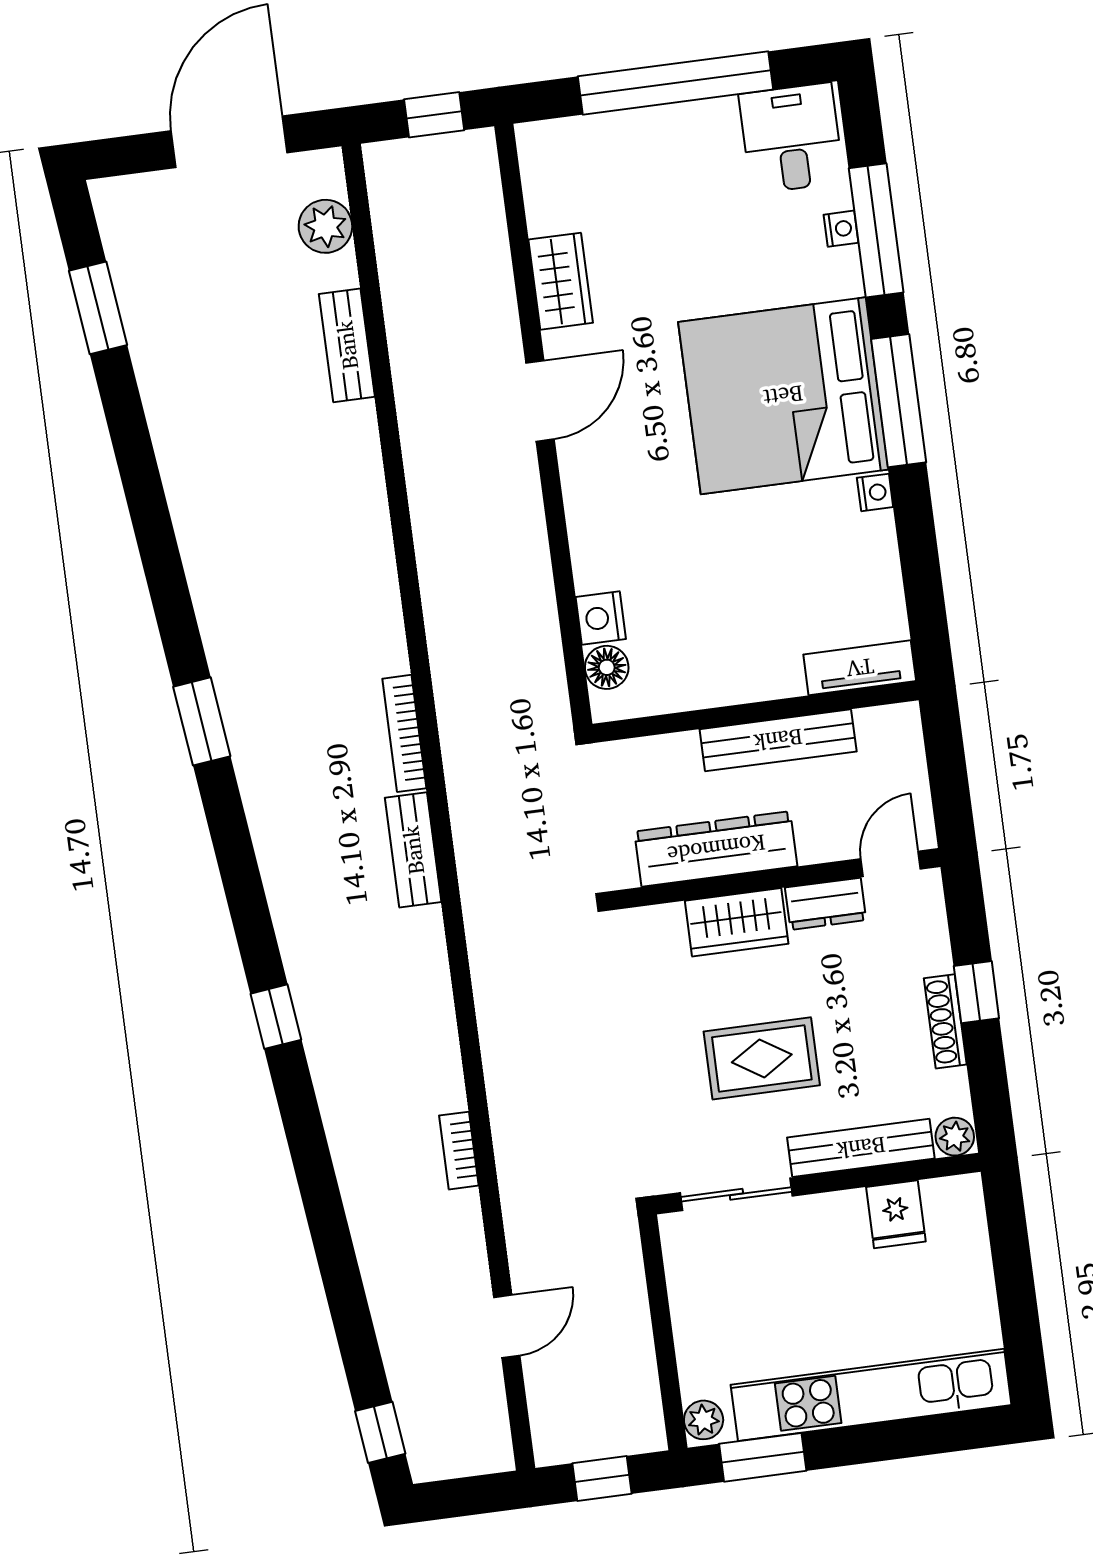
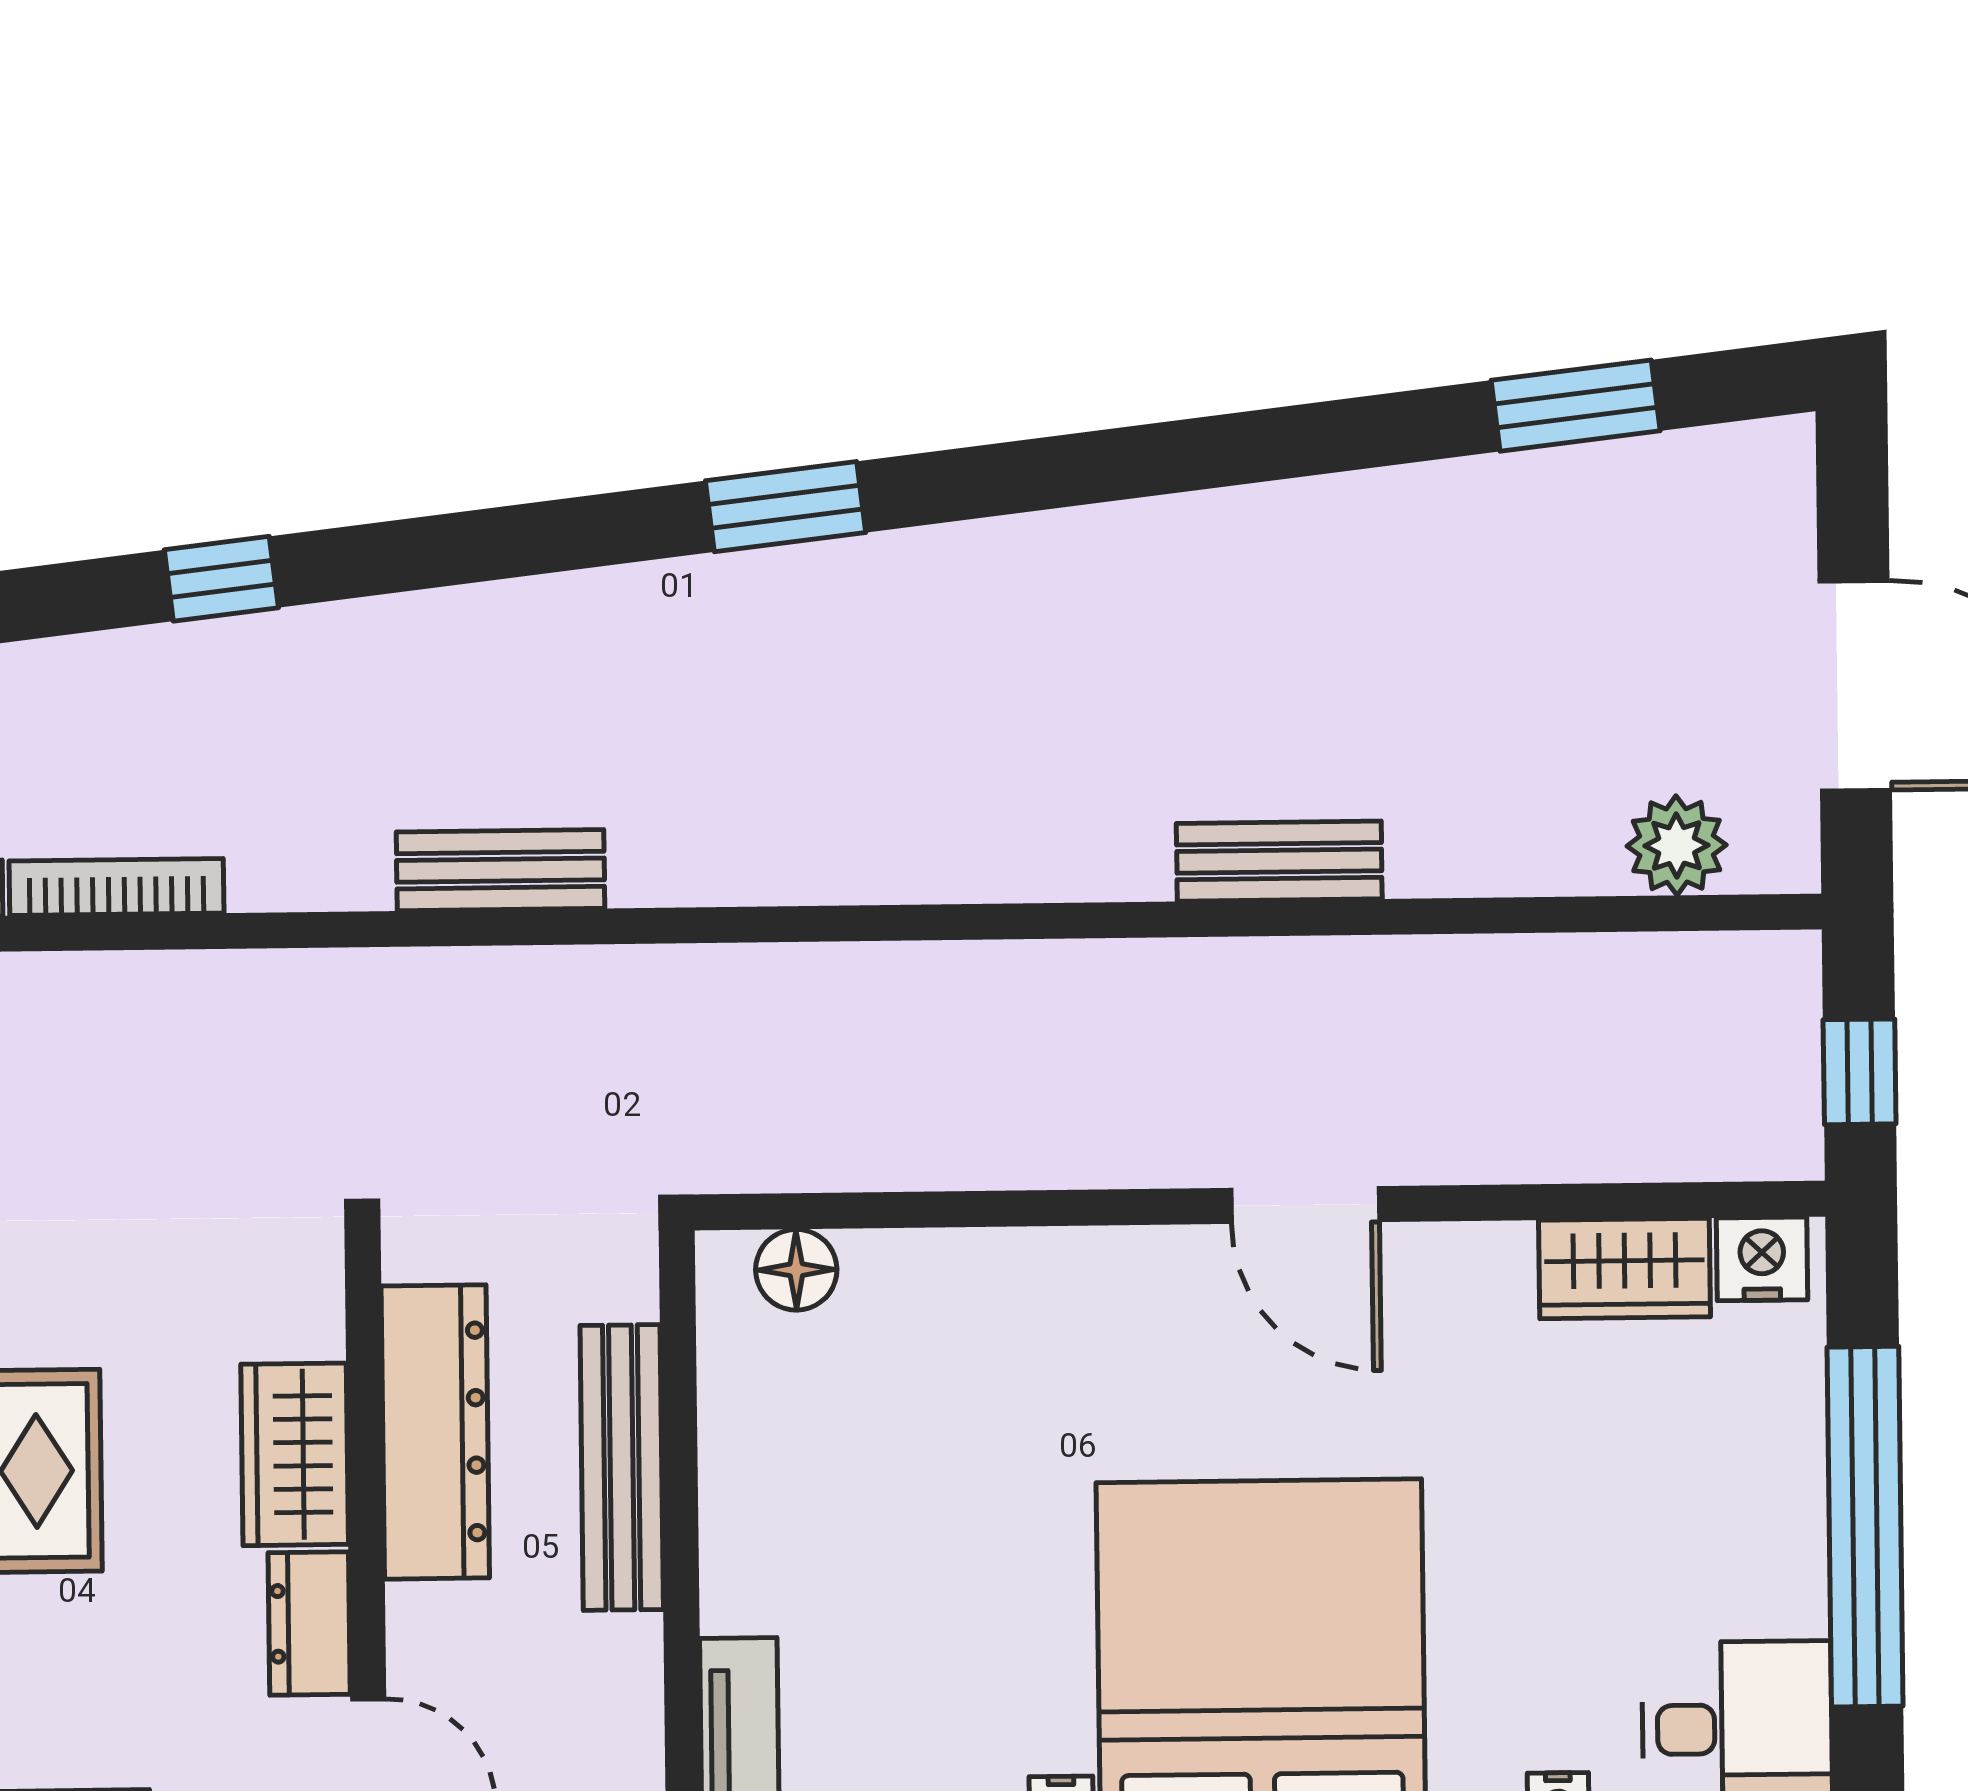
wardrobe: (561, 281) -> (1624, 1268), moved
bench: (347, 345) -> (1279, 861), moved
nightstand: (601, 618) -> (1762, 1259), moved
bookcase: (404, 733) -> (117, 887), moved
bench: (778, 740) -> (622, 1467), moved

